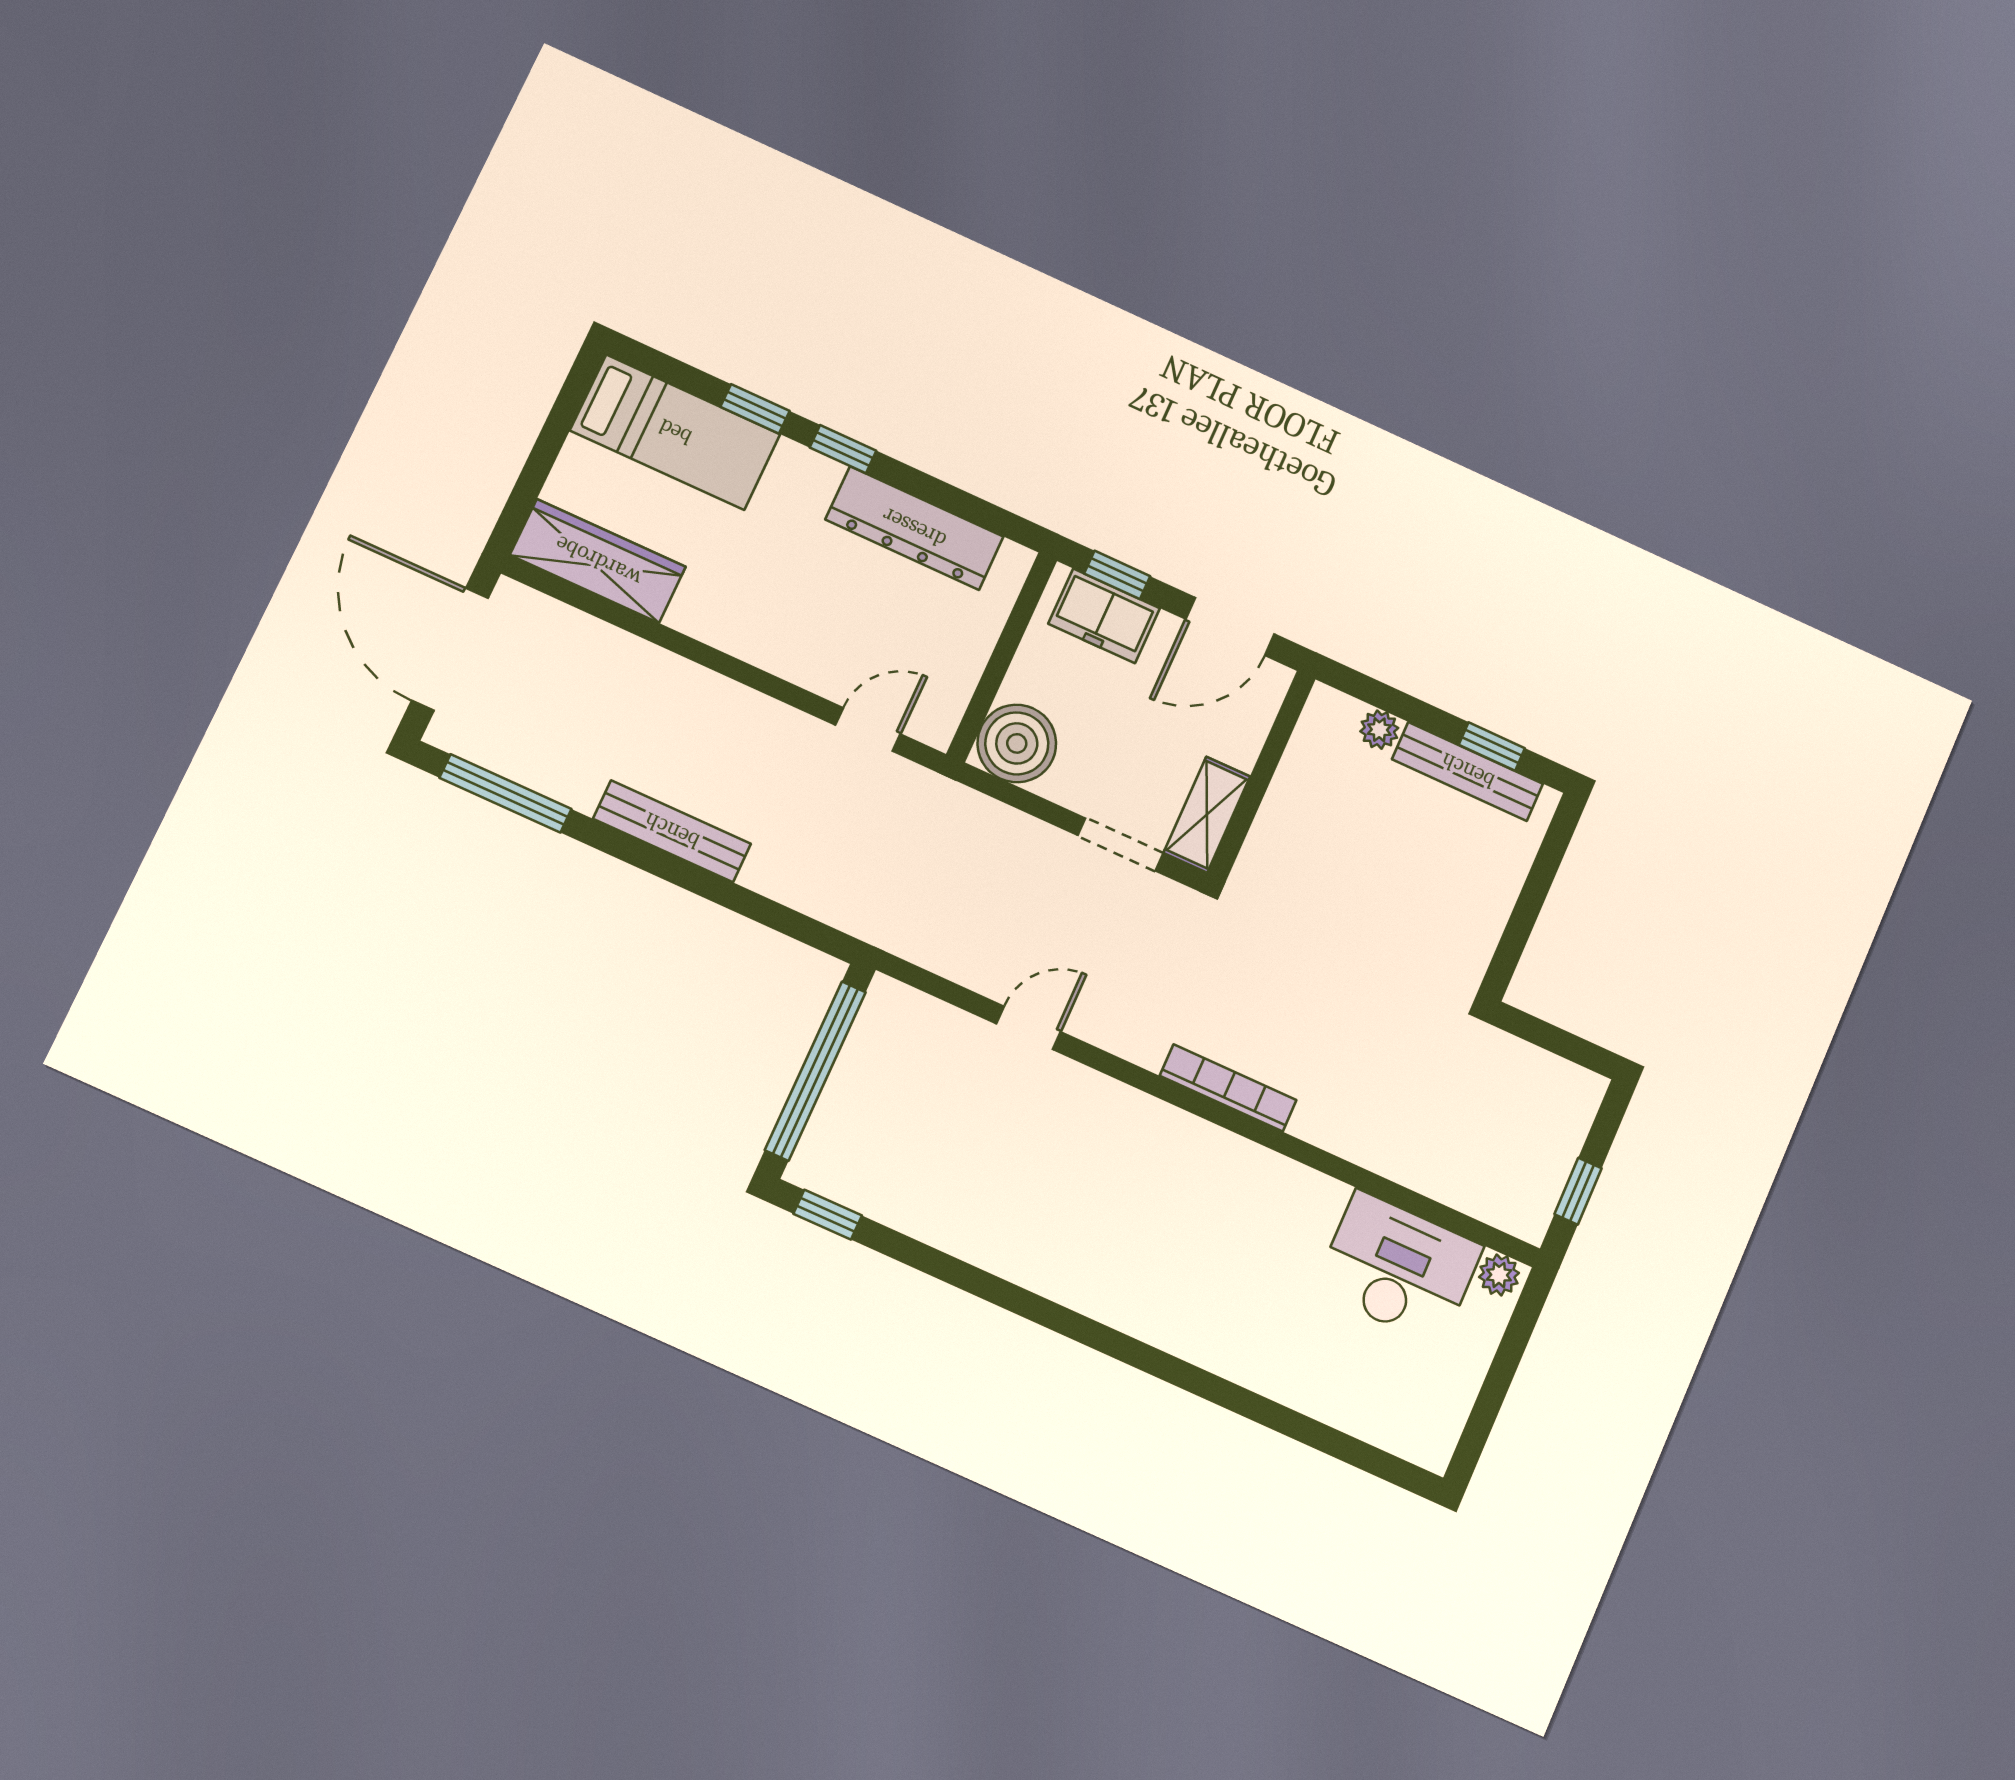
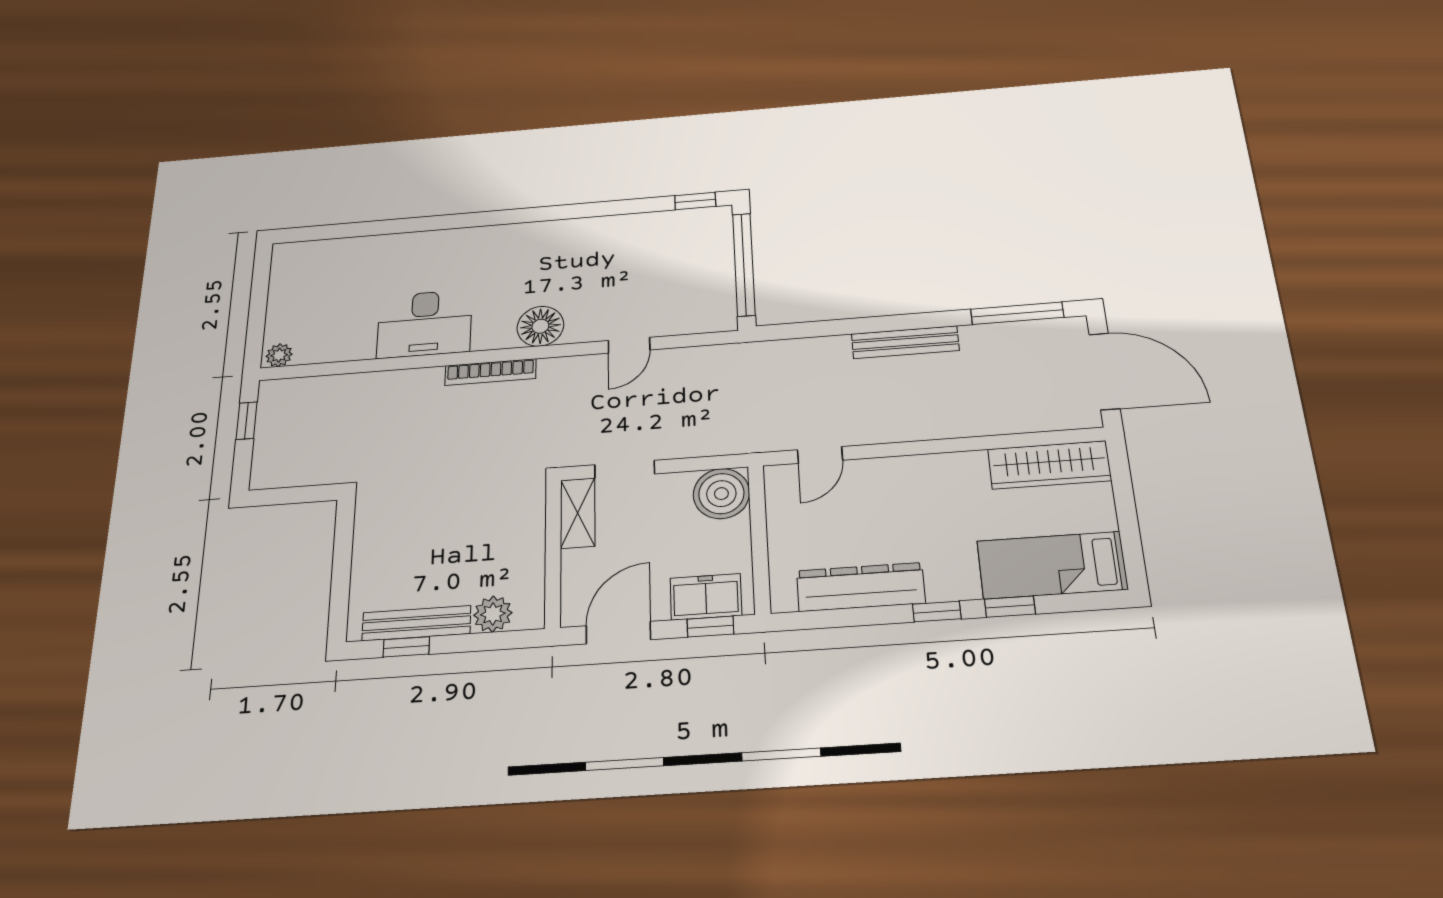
plant: (1379, 730) -> (493, 614), width x1.38, depth x1.38
floor lamp: (1131, 1124) -> (540, 326), added
desk: (1399, 1268) -> (424, 324), moved

